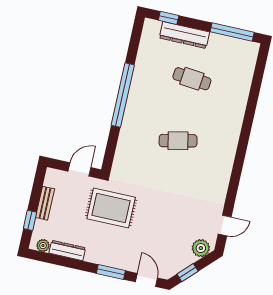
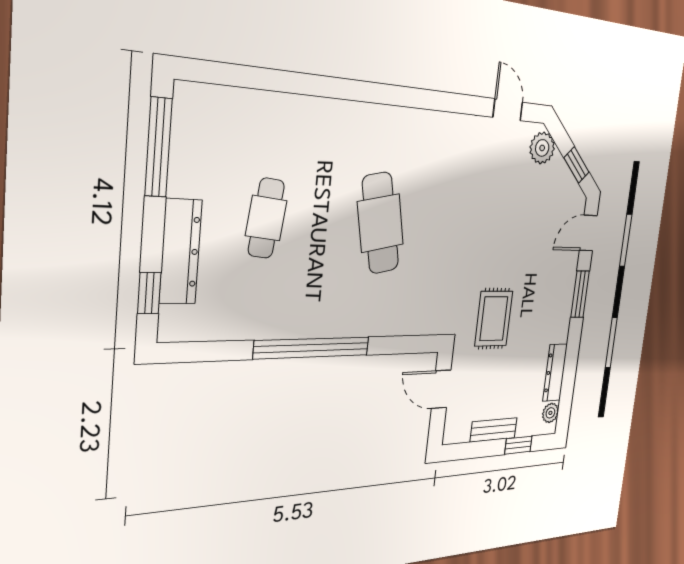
cafe table: (178, 141) -> (380, 223), width x1.37, depth x1.35
rug: (111, 208) -> (494, 319), width x0.73, depth x0.70

